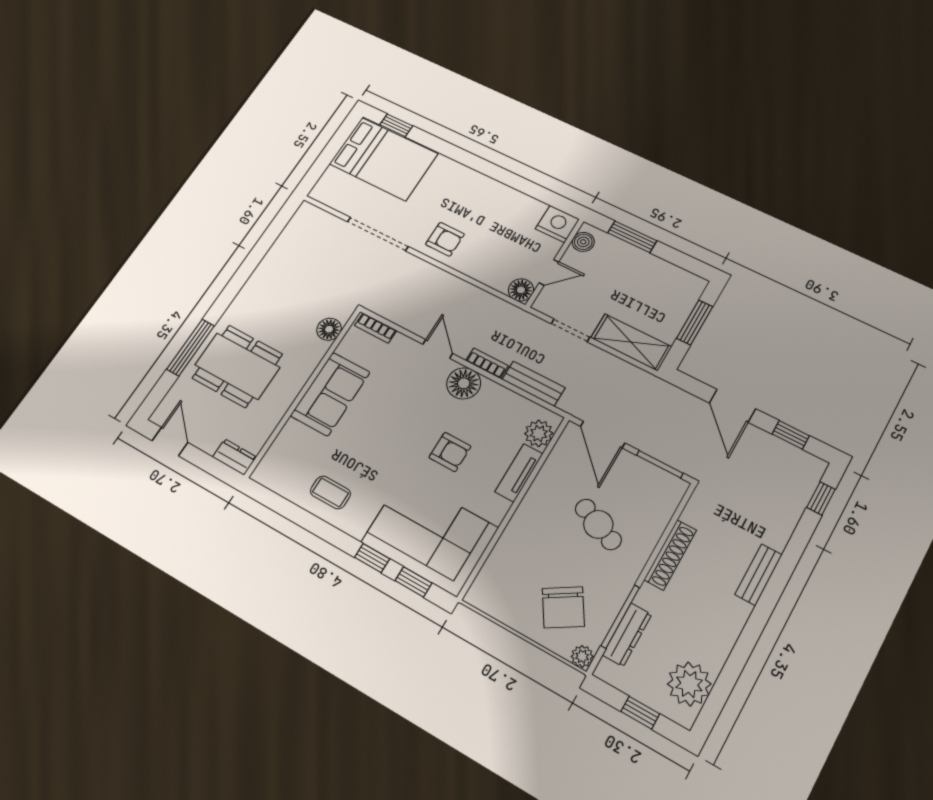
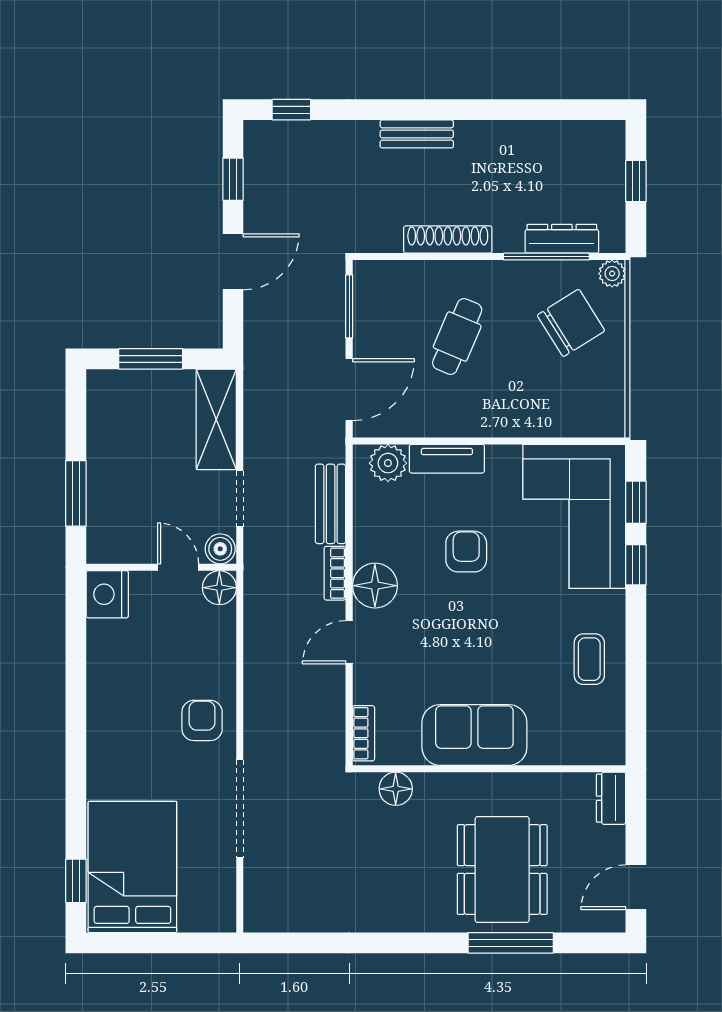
boiler: (583, 242) -> (220, 549), moved
plant: (689, 684) -> (577, 146), removed

